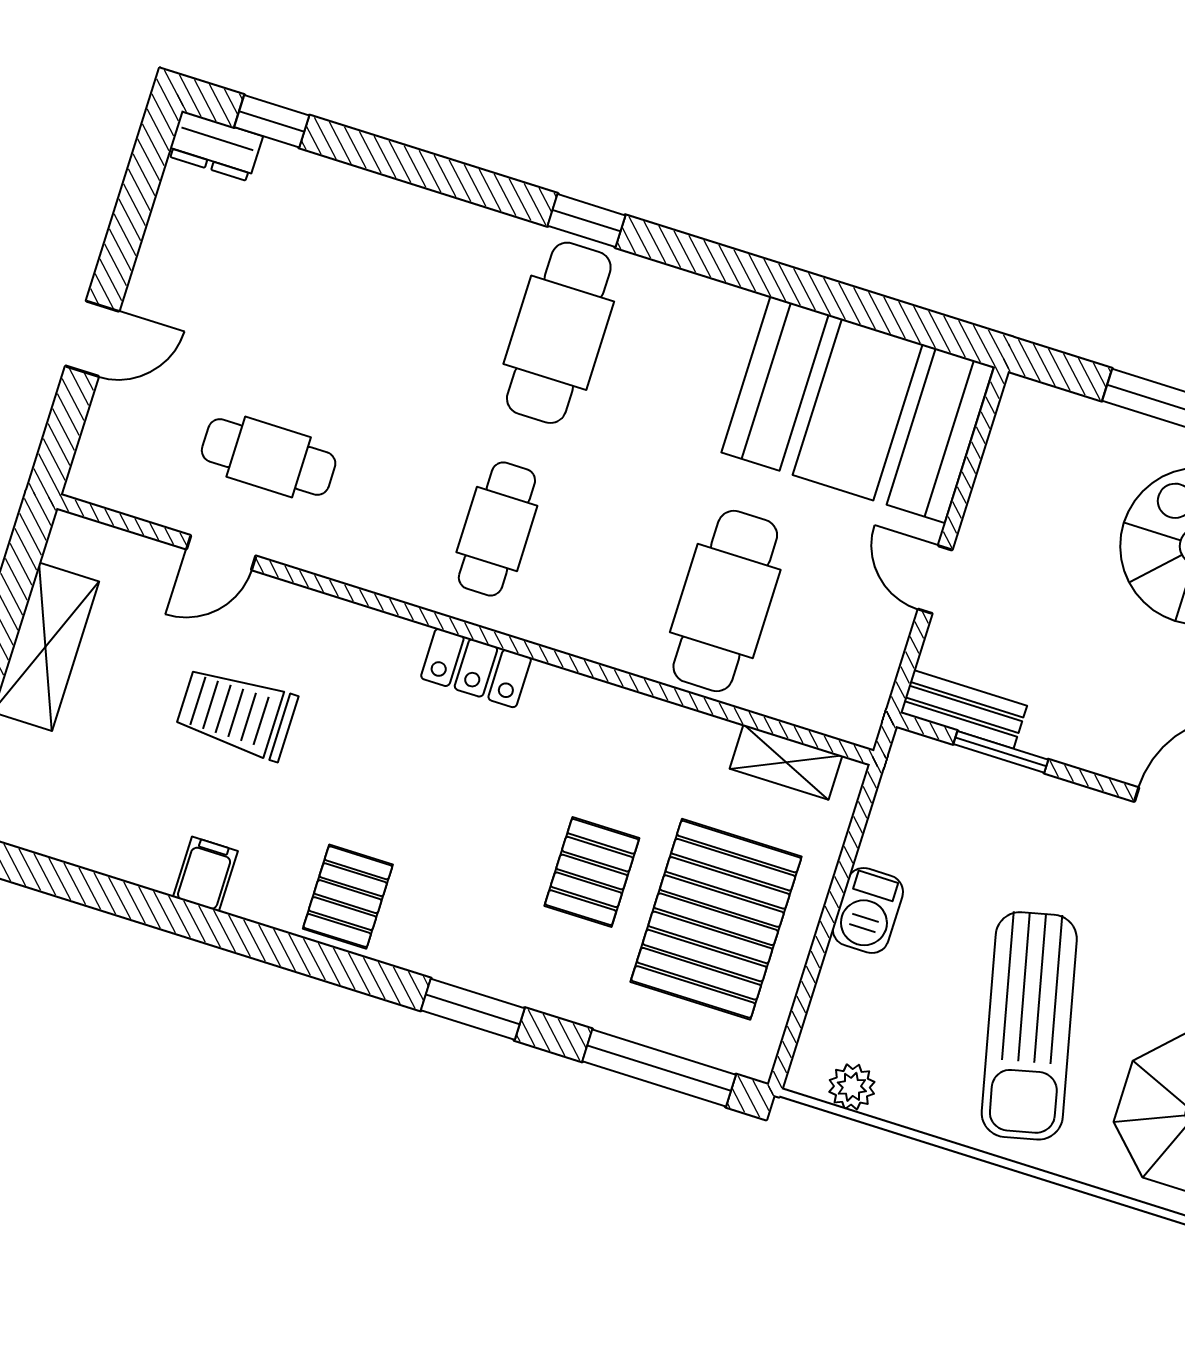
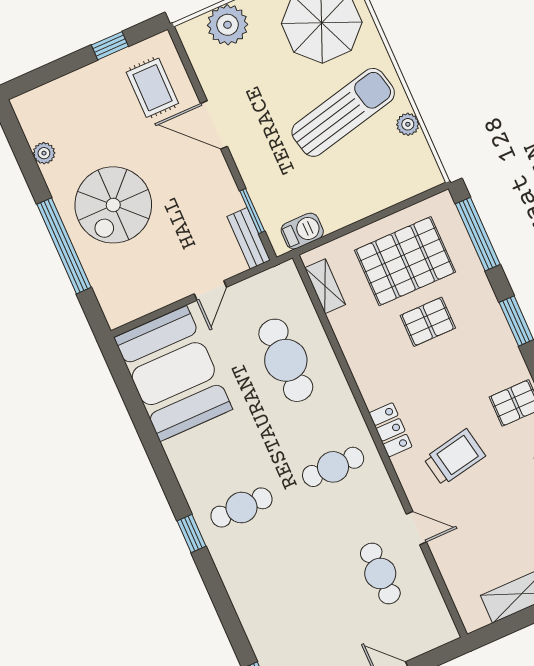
cafe table: (559, 333) -> (241, 507), width x0.73, depth x0.74
door: (221, 553) -> (416, 528), moved
cafe table: (725, 601) -> (286, 360), turned 90
trolley: (237, 713) -> (455, 457), moved, turned -101
barbecue: (868, 910) -> (302, 231), moved
plant: (852, 1087) -> (408, 124), moved

